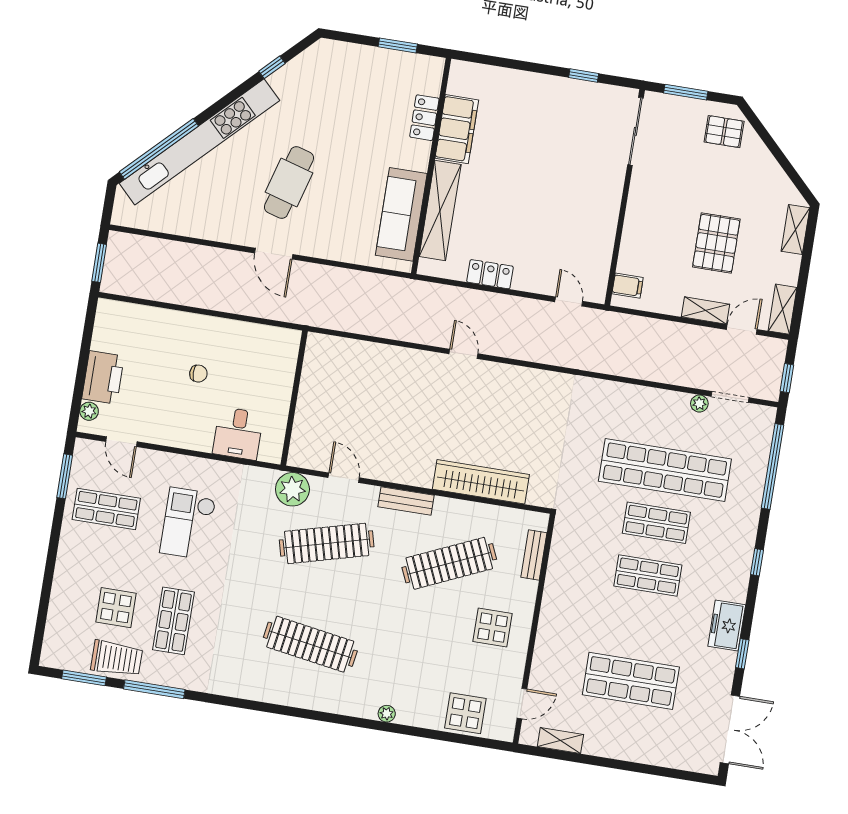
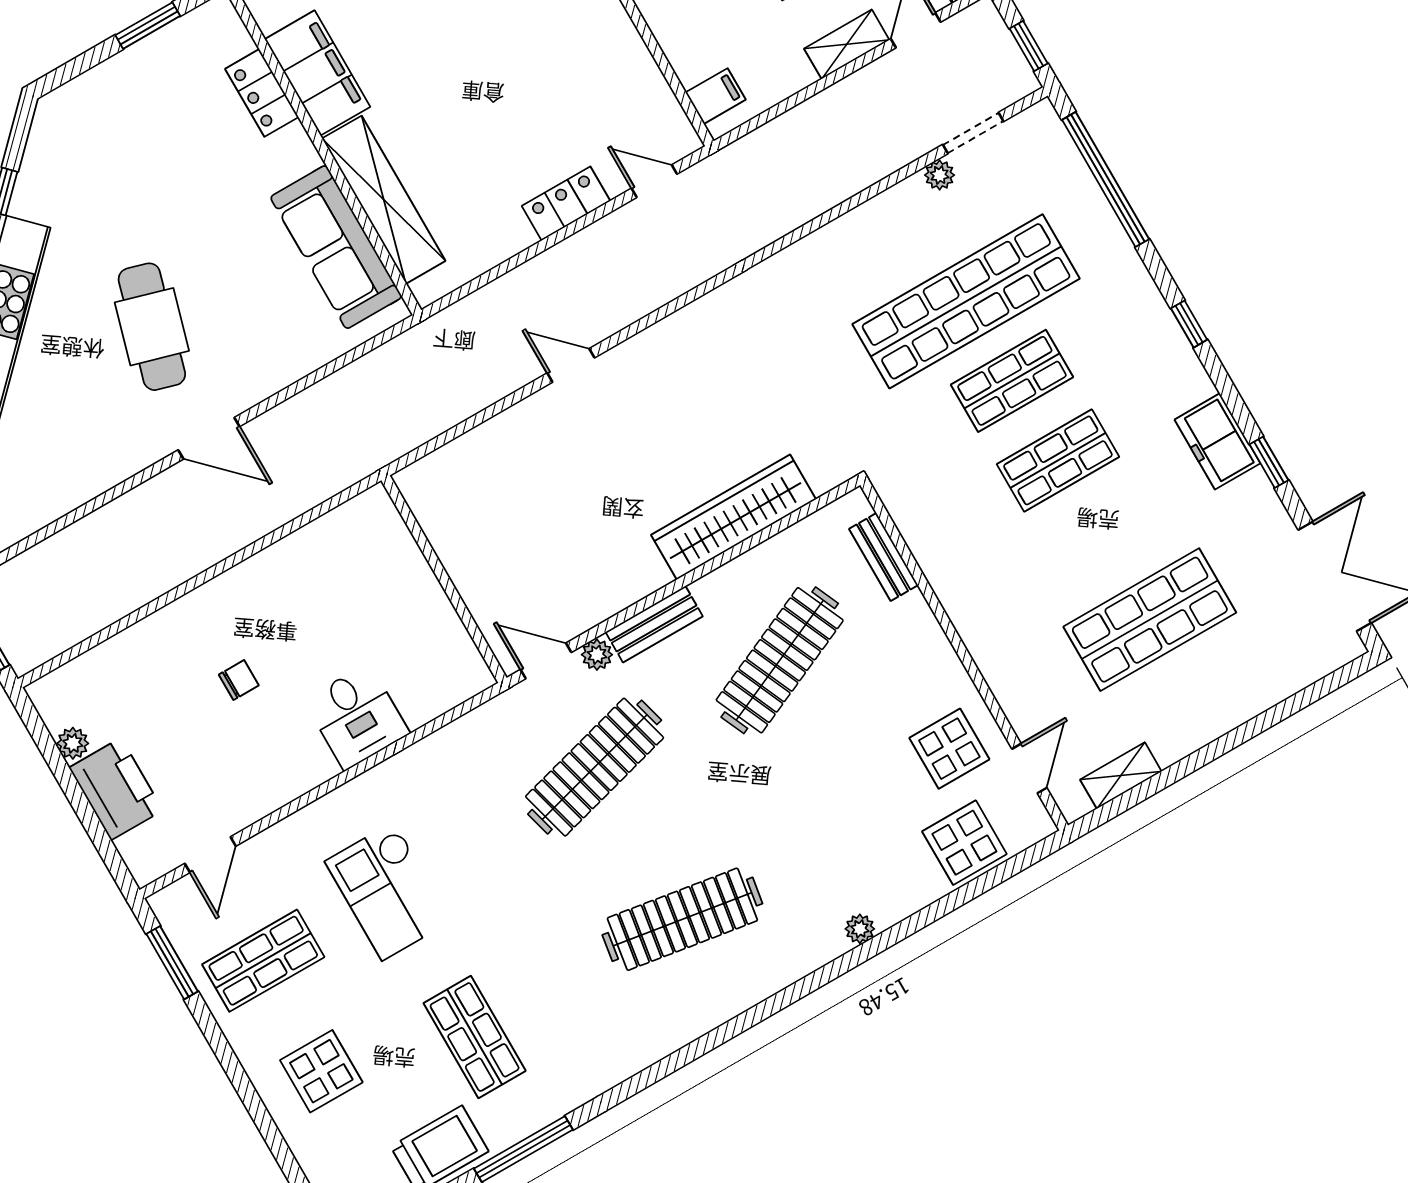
locker: (490, 274) -> (566, 203), moved
wall: (294, 398) -> (444, 579), moved
plant: (89, 411) -> (73, 743), moved
door: (121, 442) -> (210, 855), hinge flipped
plant: (292, 489) -> (597, 655), moved, width x0.53, depth x0.53
display table: (116, 608) -> (321, 1071), moved
display table: (493, 628) -> (949, 749), moved

